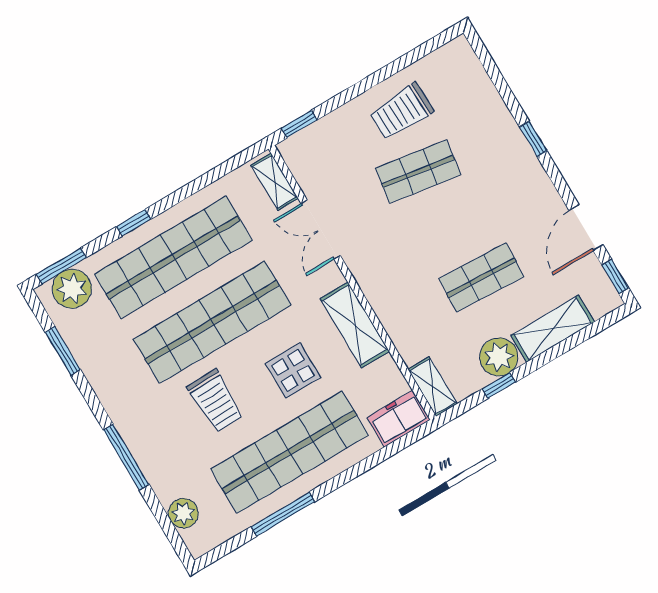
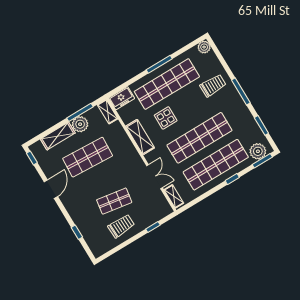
window: (299, 124) -> (153, 227), moved
window: (533, 139) -> (77, 232), moved
door: (586, 228) -> (51, 189), moved
shop shelf: (481, 278) -> (88, 157), width x1.43, depth x1.36
window: (499, 385) -> (80, 112), width x2.17
trolley: (215, 401) -> (213, 85), moved, turned 91
window: (126, 457) -> (241, 91), moved
plant: (183, 513) -> (204, 47), moved
window: (283, 514) -> (159, 64), moved

